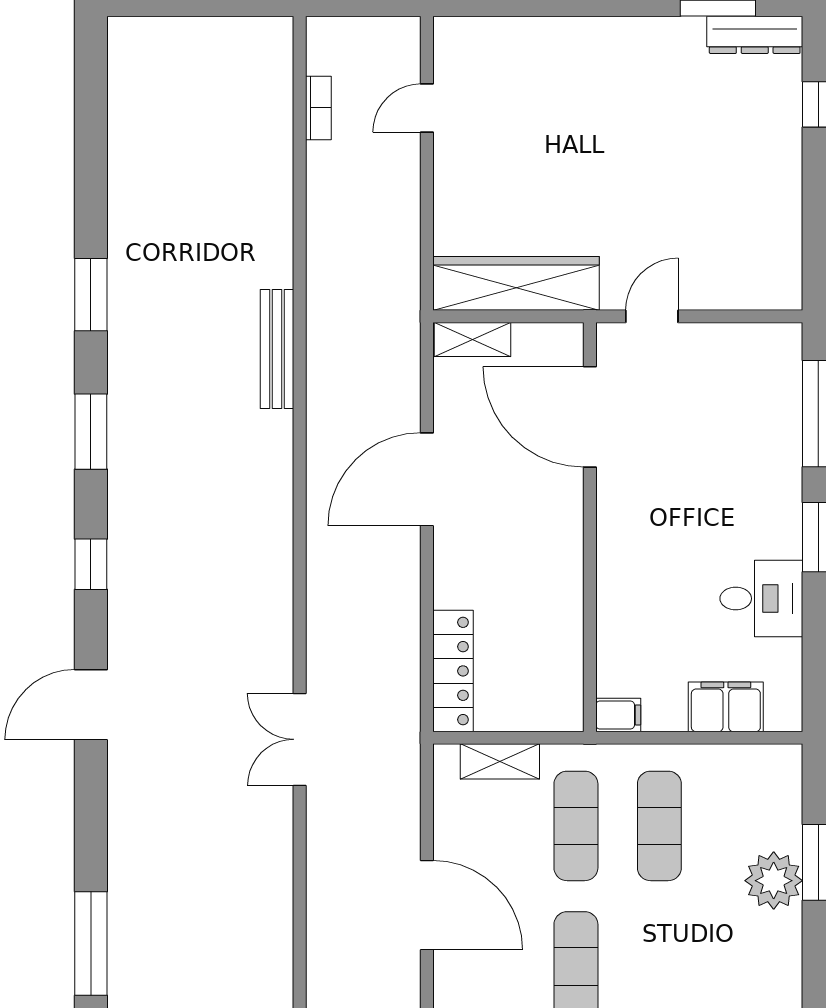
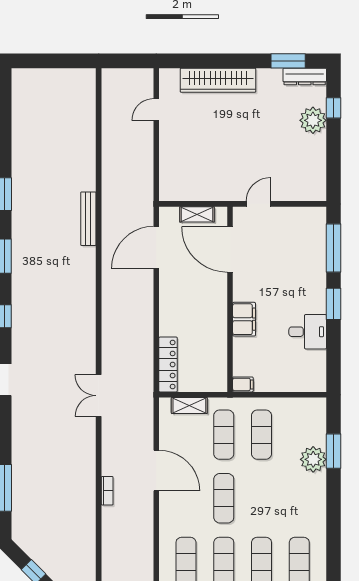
bookcase: (318, 108) -> (107, 491), moved
plant: (773, 132) -> (313, 120), added
wardrobe: (516, 283) -> (218, 80), moved, turned 180
shelving: (473, 339) -> (197, 214), moved
door: (427, 479) -> (156, 247), moved
filing cabinet: (726, 707) -> (244, 319), moved, turned 90

